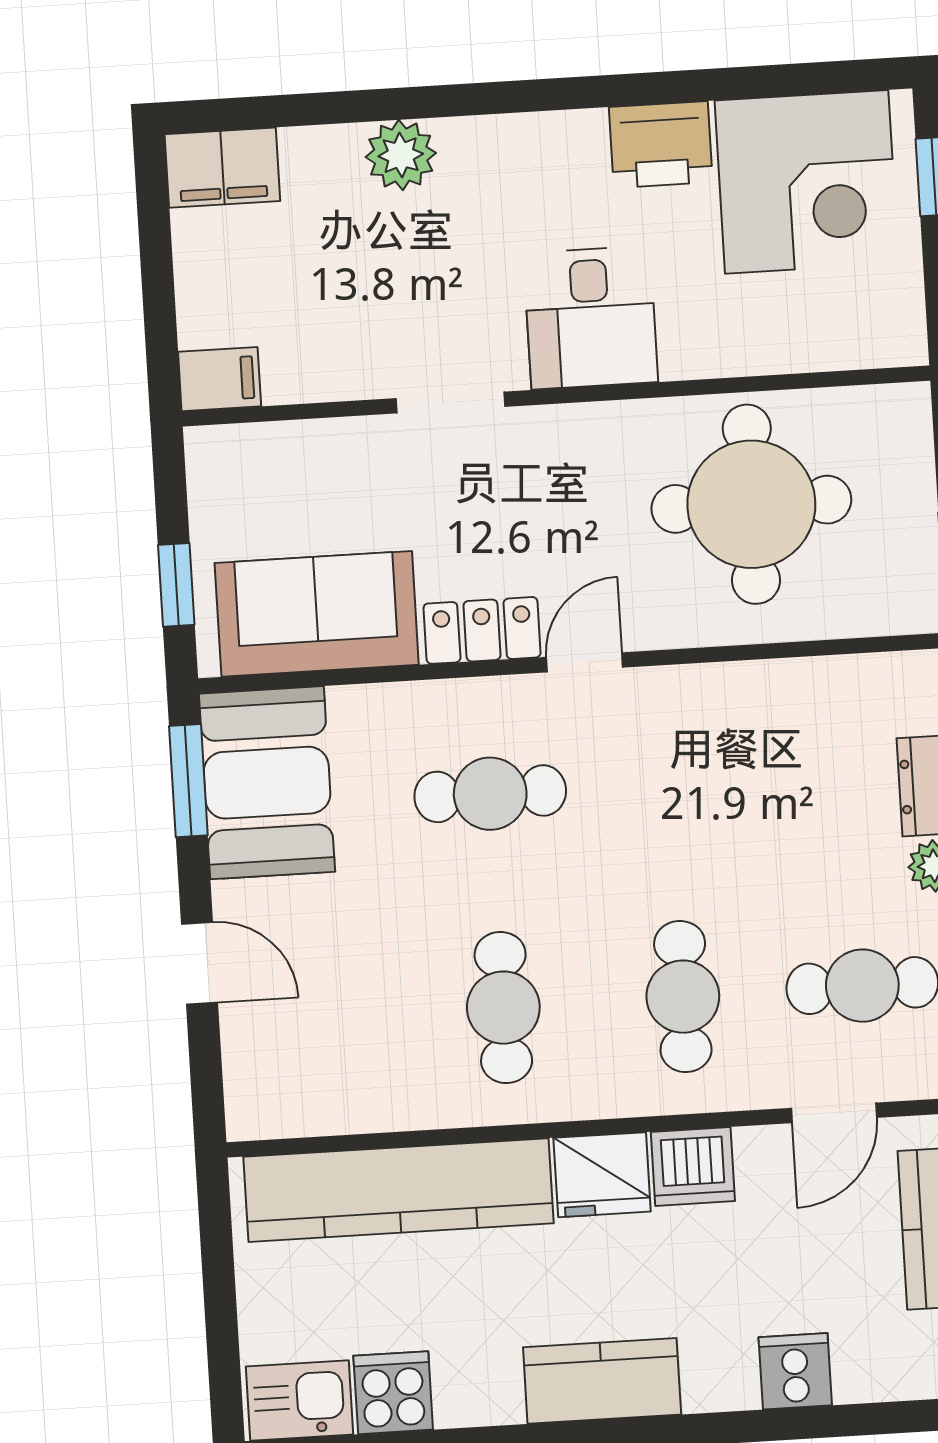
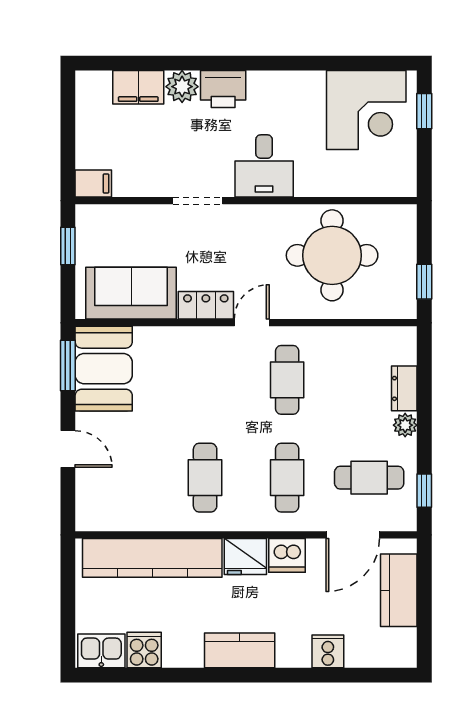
printer: (661, 145) -> (223, 89), moved
filing cabinet: (222, 168) -> (138, 87), moved
window: (176, 585) -> (68, 246), moved
cafe table: (490, 794) -> (287, 380), moved, turned 90
door: (834, 1113) -> (353, 535), width x1.38

